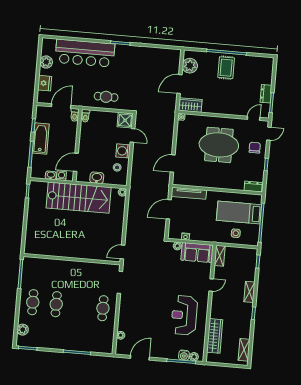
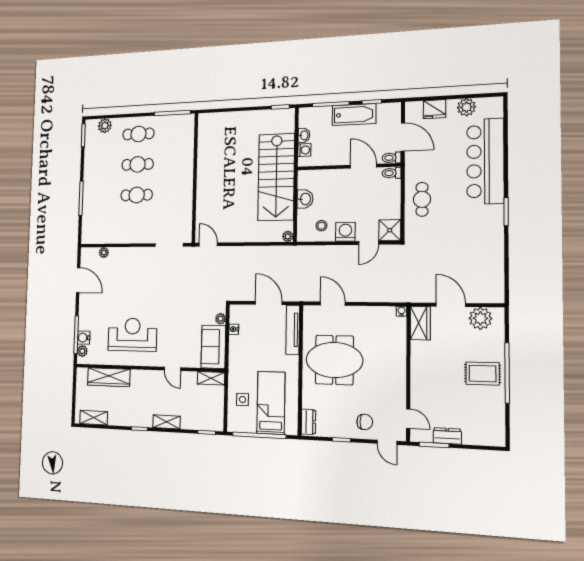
meeting table: (219, 145) -> (334, 360), moved, turned 90
door: (76, 162) -> (363, 166), moved
cafe table: (103, 308) -> (137, 195), moved

